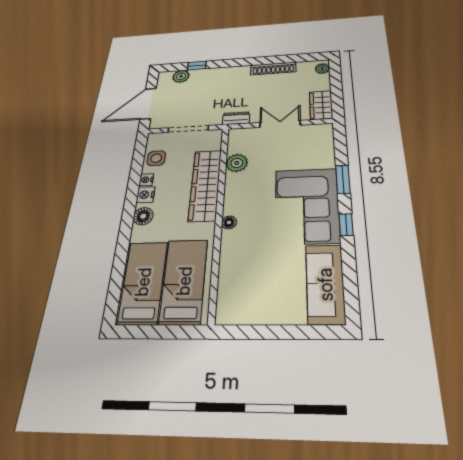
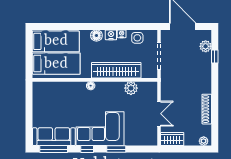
dresser: (236, 118) -> (165, 86), removed
window: (350, 284) -> (54, 149), added

